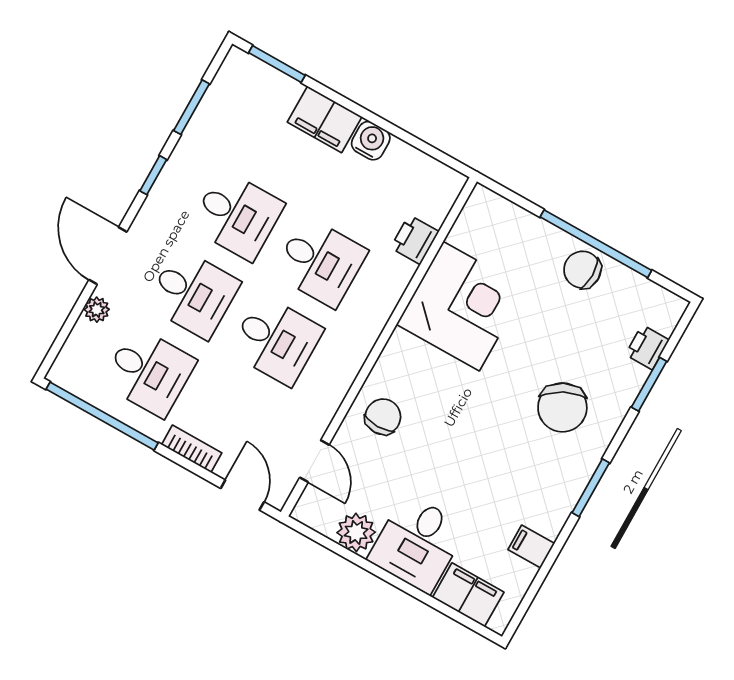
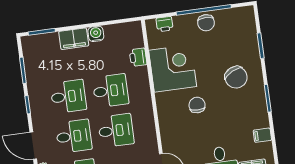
chair: (582, 270) -> (206, 23), turned -90
printer: (647, 347) -> (165, 24), moved, turned -90
chair: (383, 417) -> (197, 105), moved

